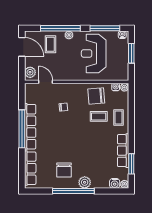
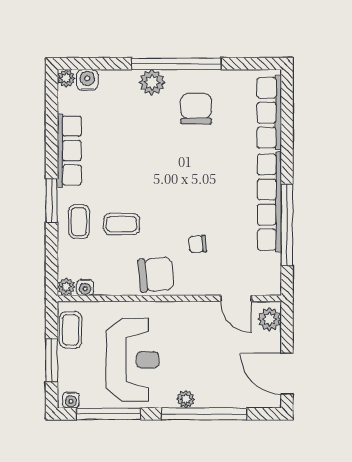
coffee table: (50, 44) -> (71, 330), moved
chair: (96, 96) -> (156, 275), moved
window: (22, 129) -> (287, 225), moved
window: (131, 164) -> (52, 201), moved

